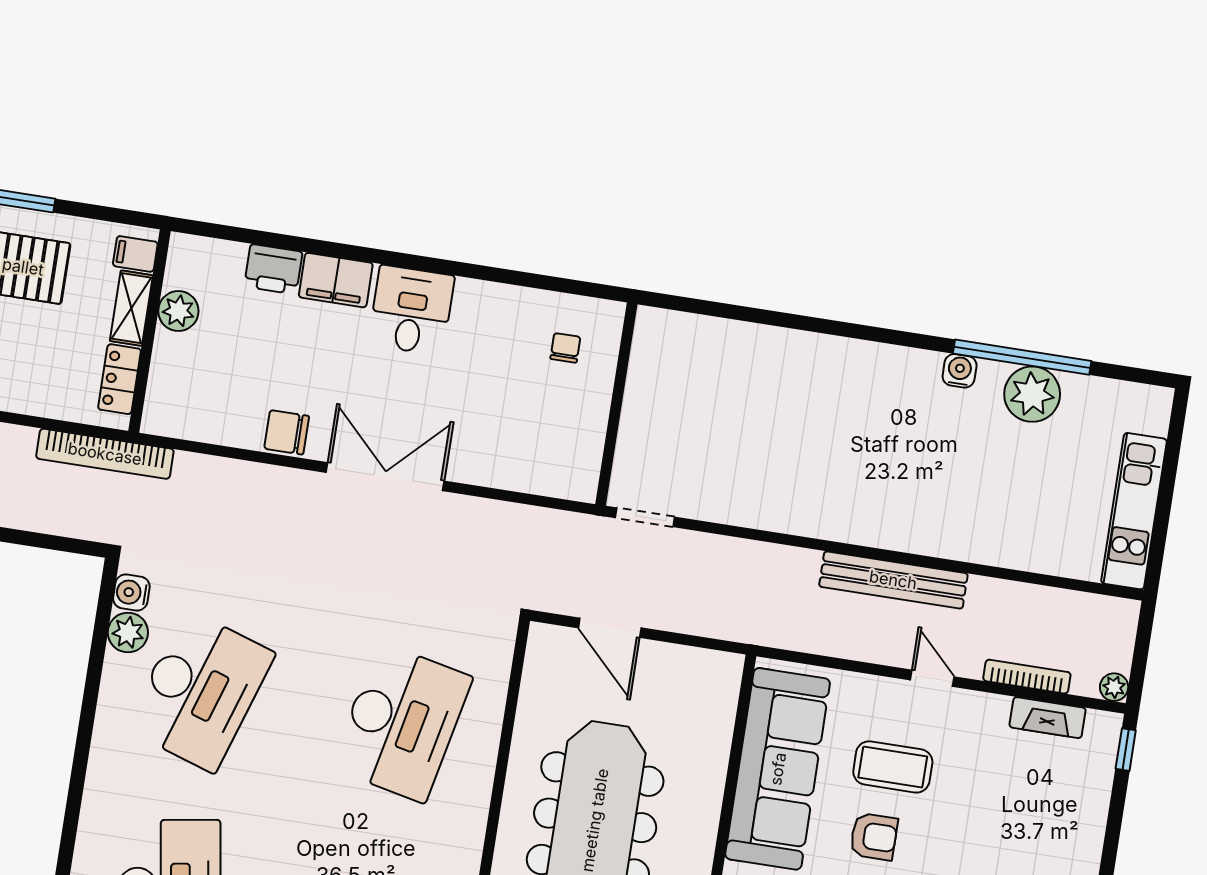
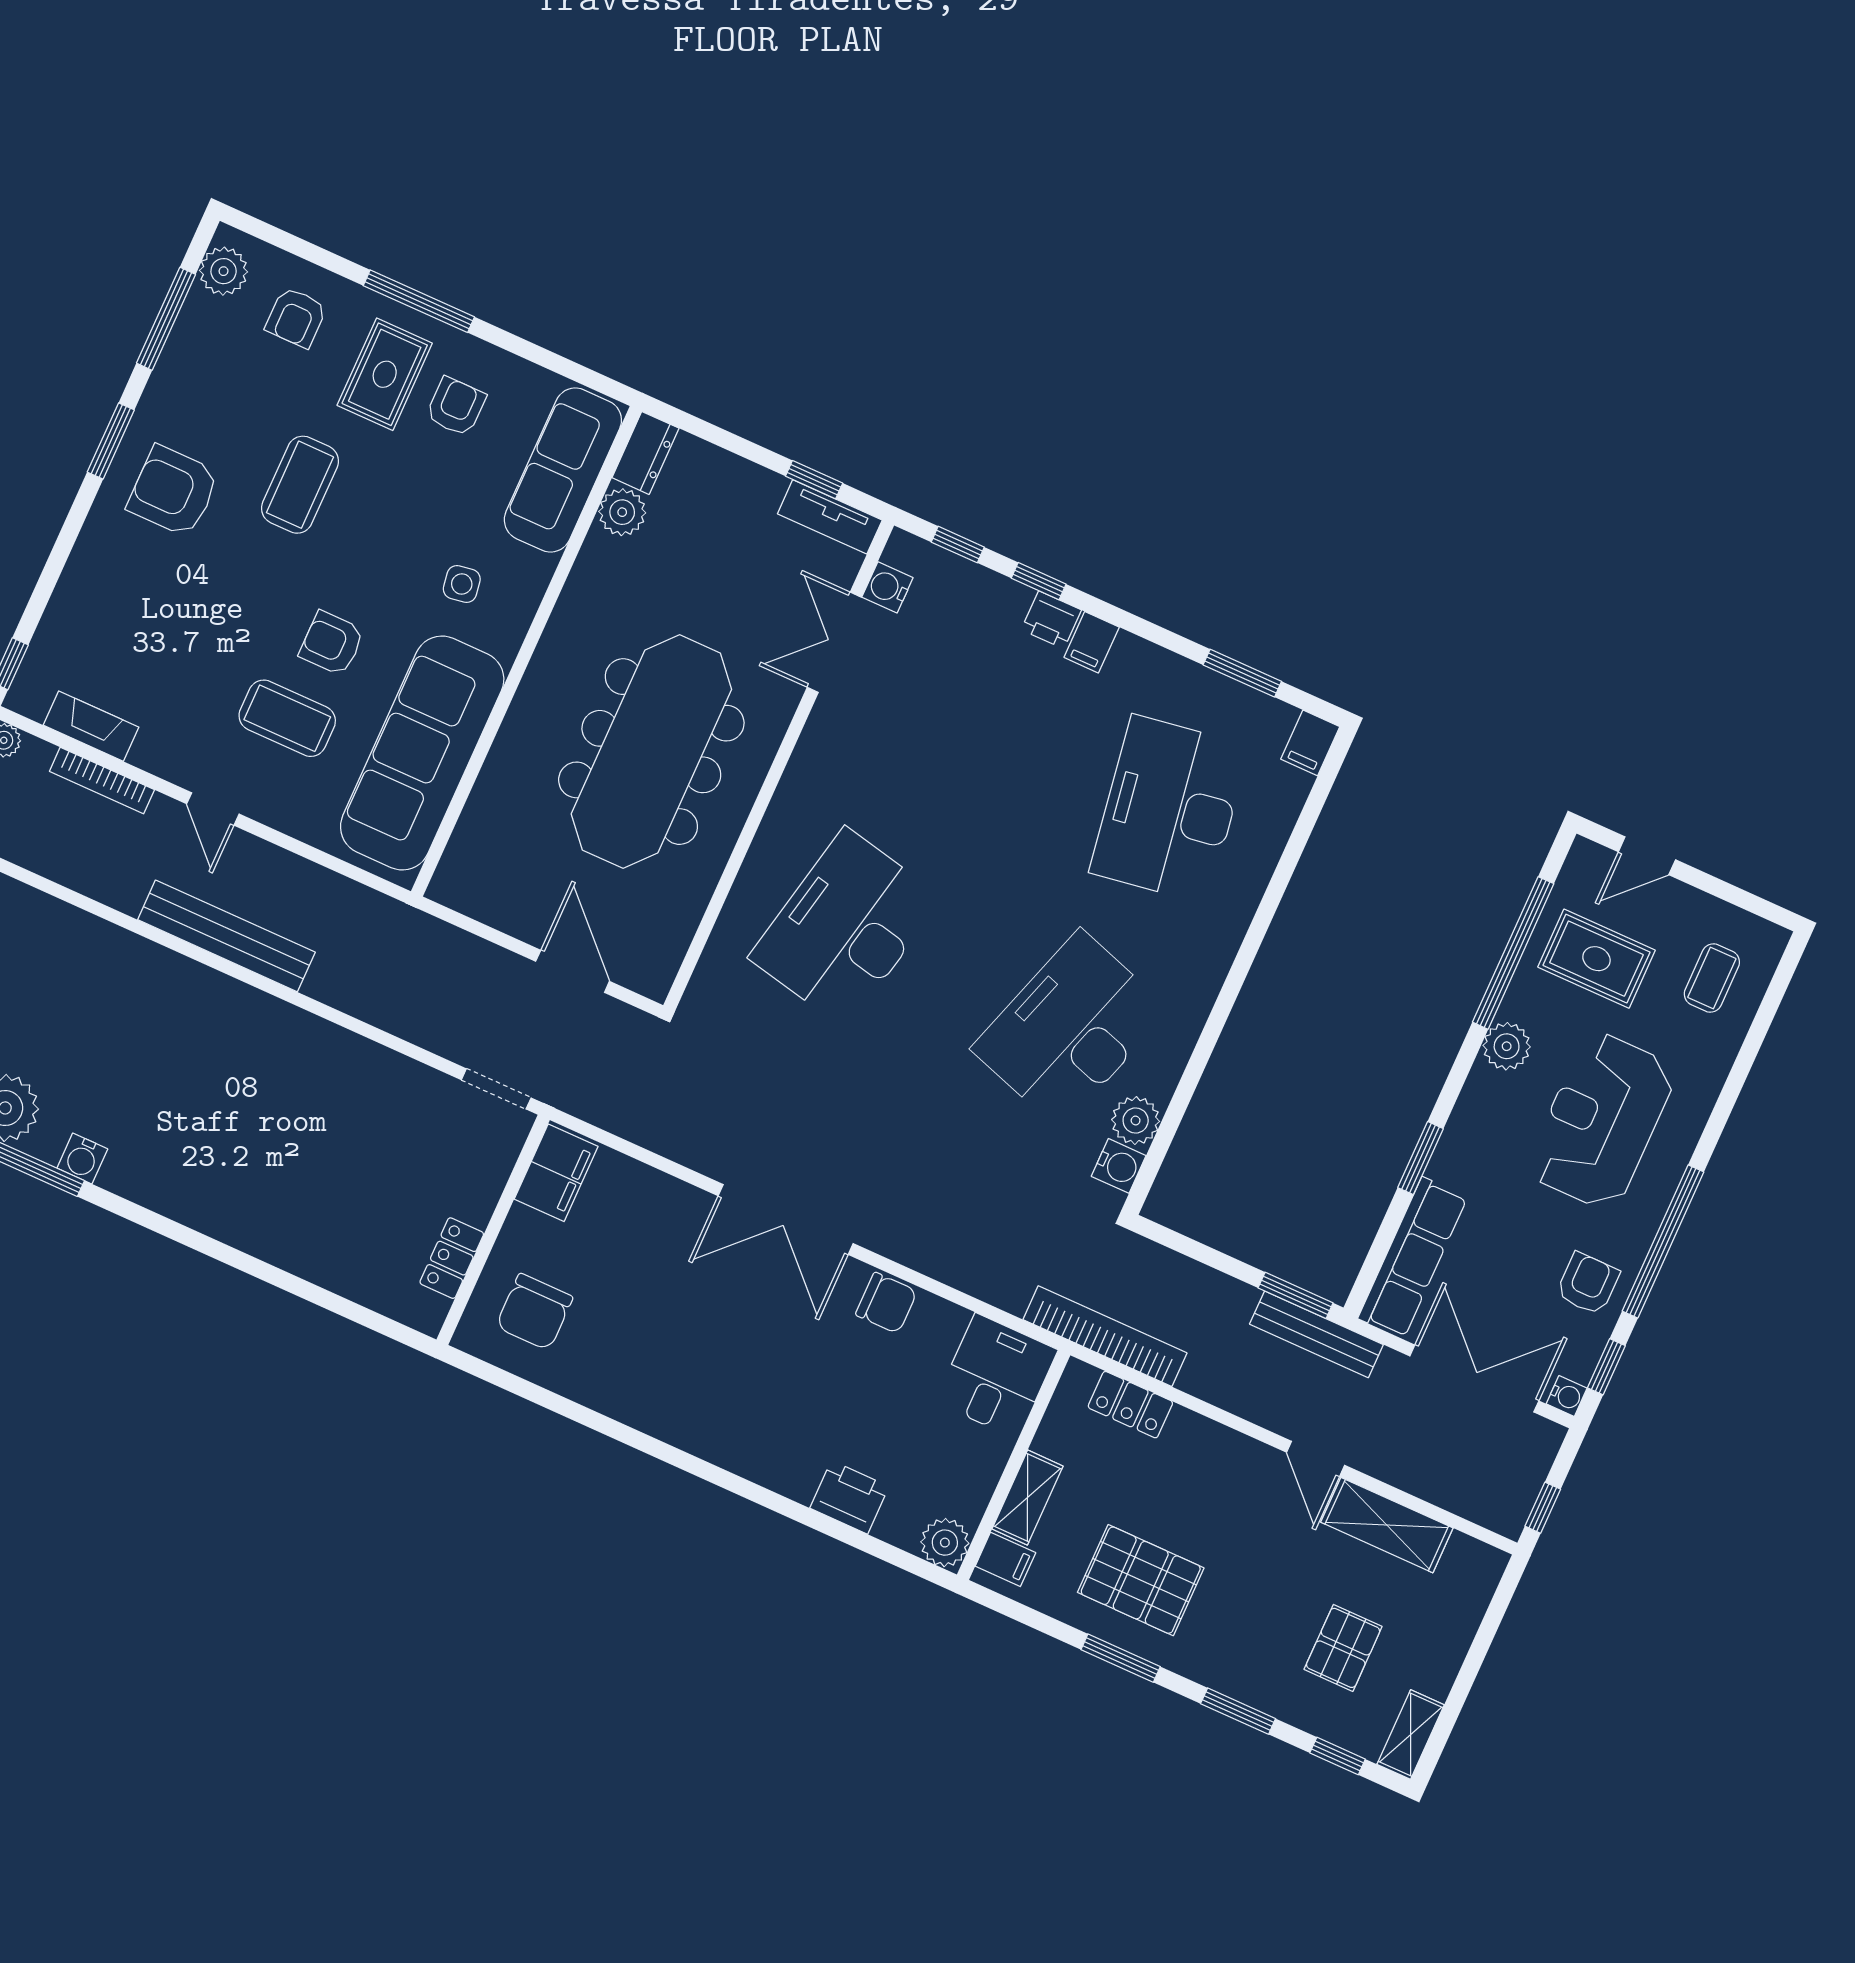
filing cabinet: (336, 280) -> (556, 1173), moved, turned 90
desk: (411, 310) -> (996, 1376), moved, turned 180
plant: (178, 311) -> (945, 1543), moved
chair: (565, 348) -> (534, 1312), width x1.87, depth x1.87
locker: (643, 373) -> (452, 1258), added
locker: (120, 379) -> (1130, 1405), moved, turned 90

